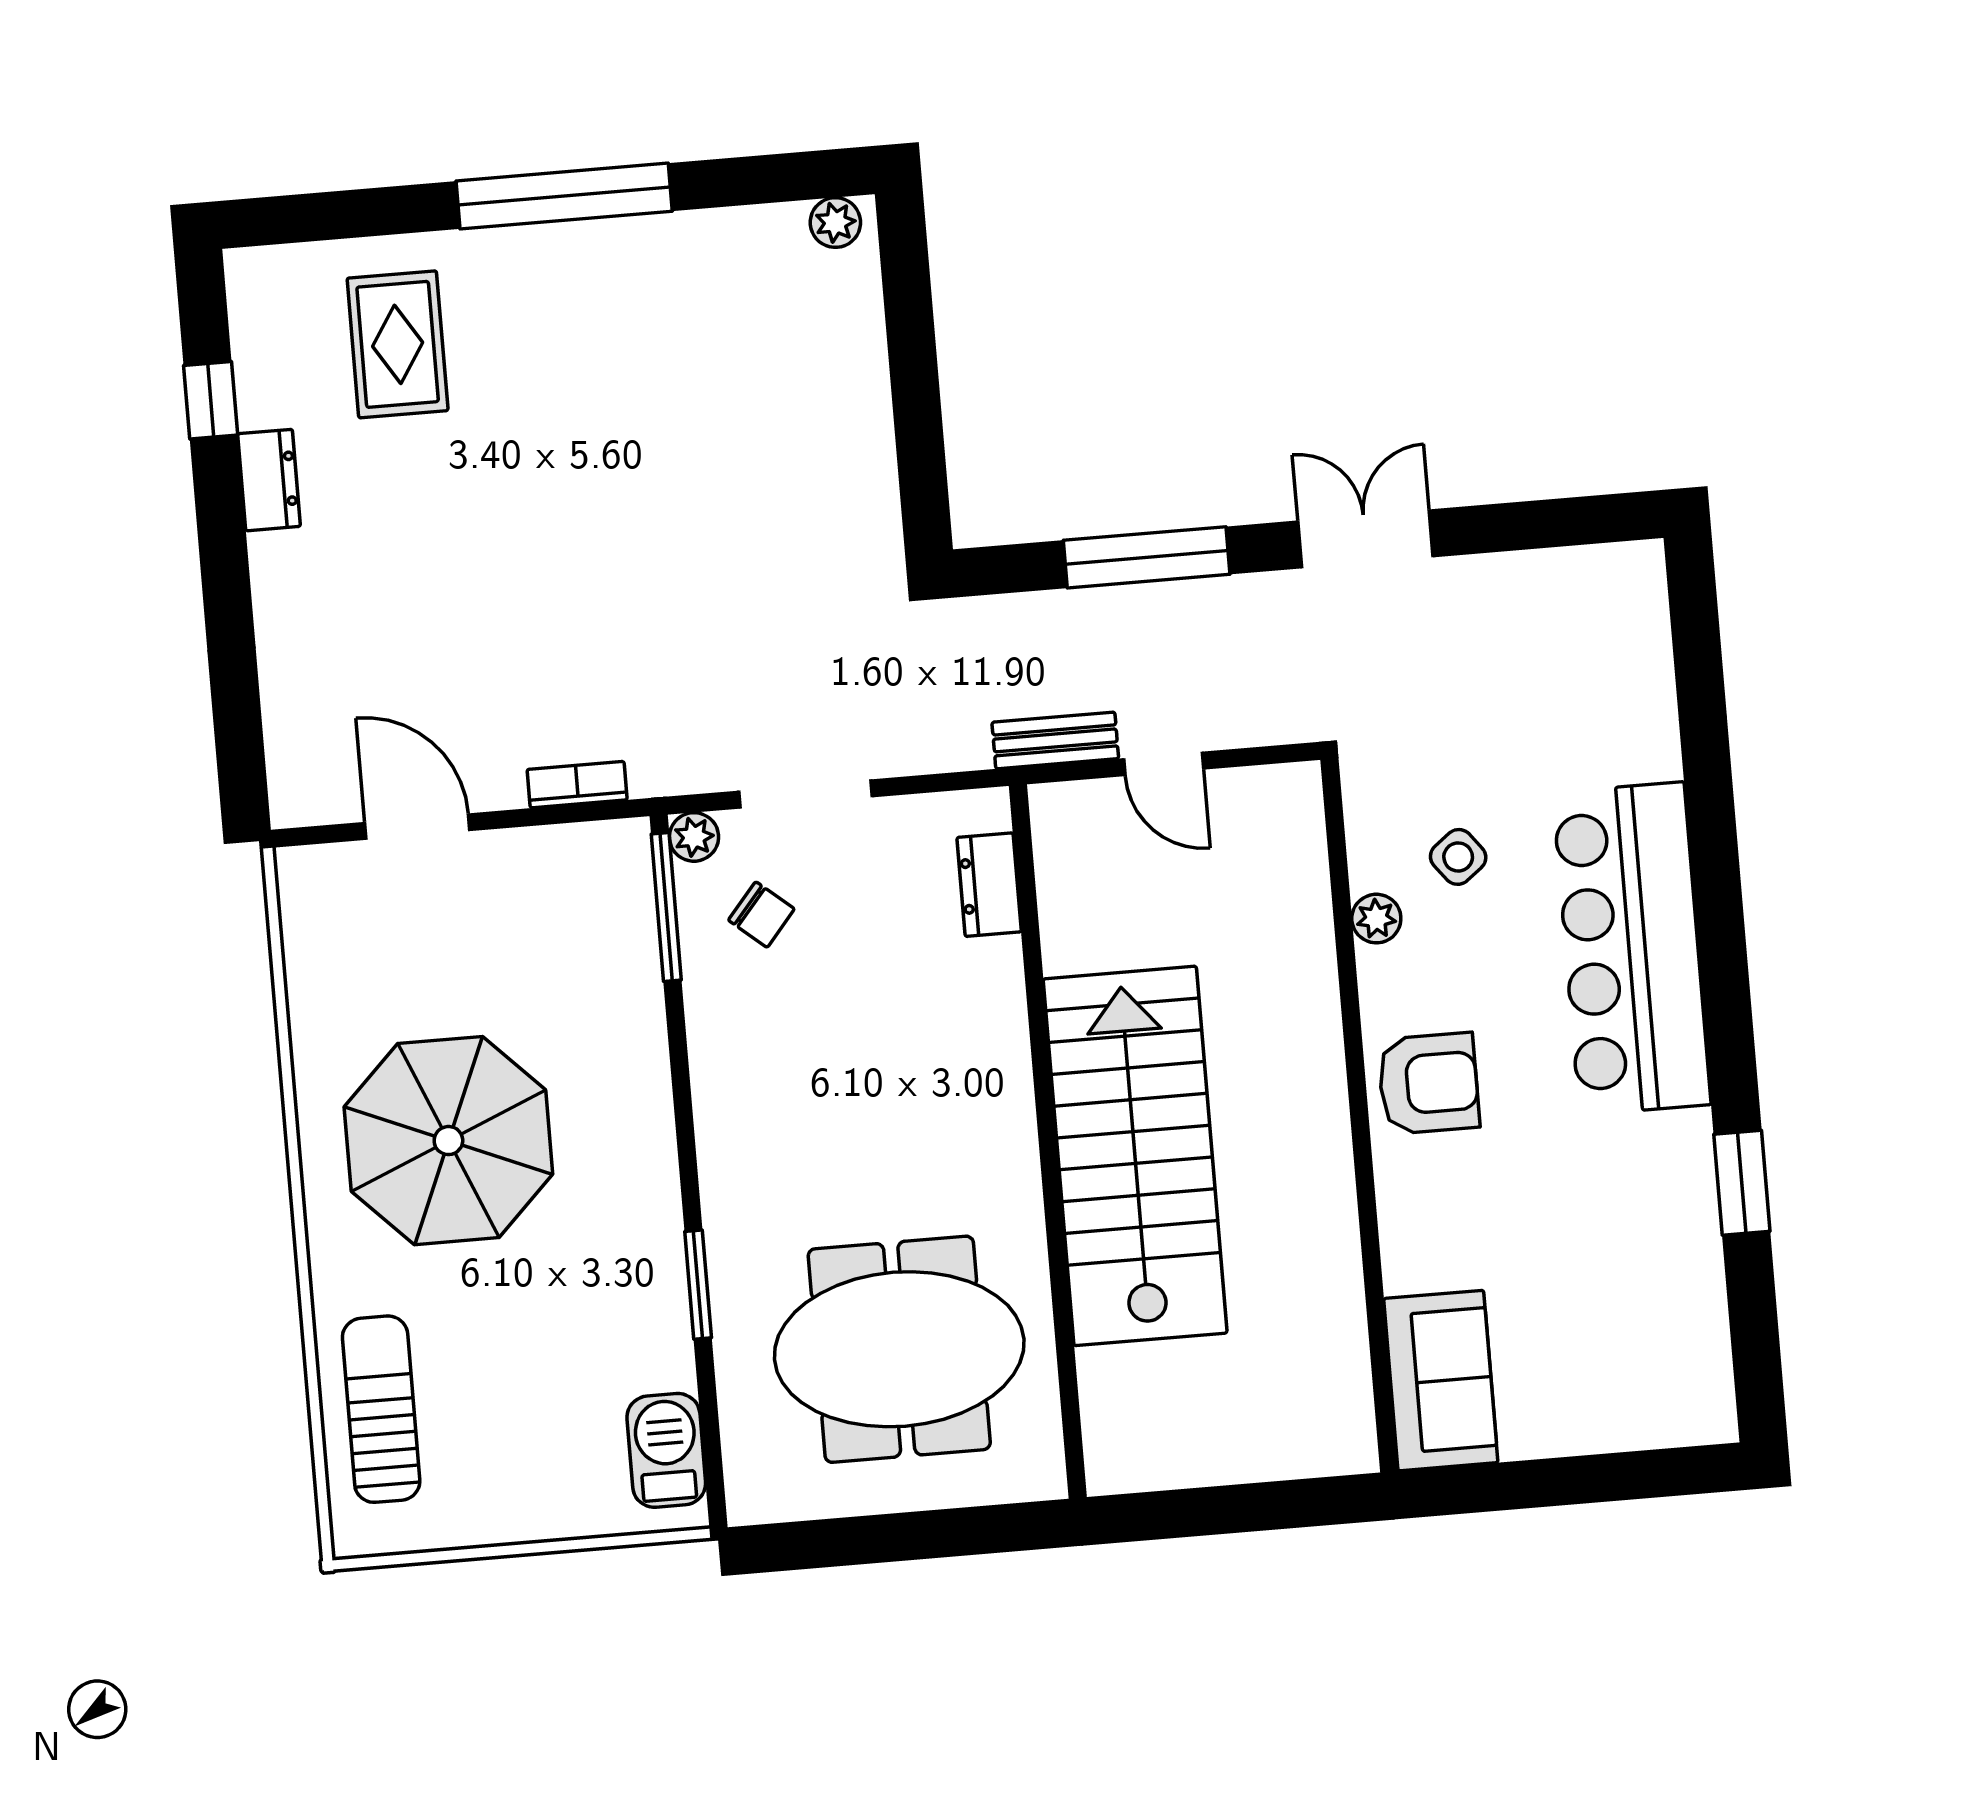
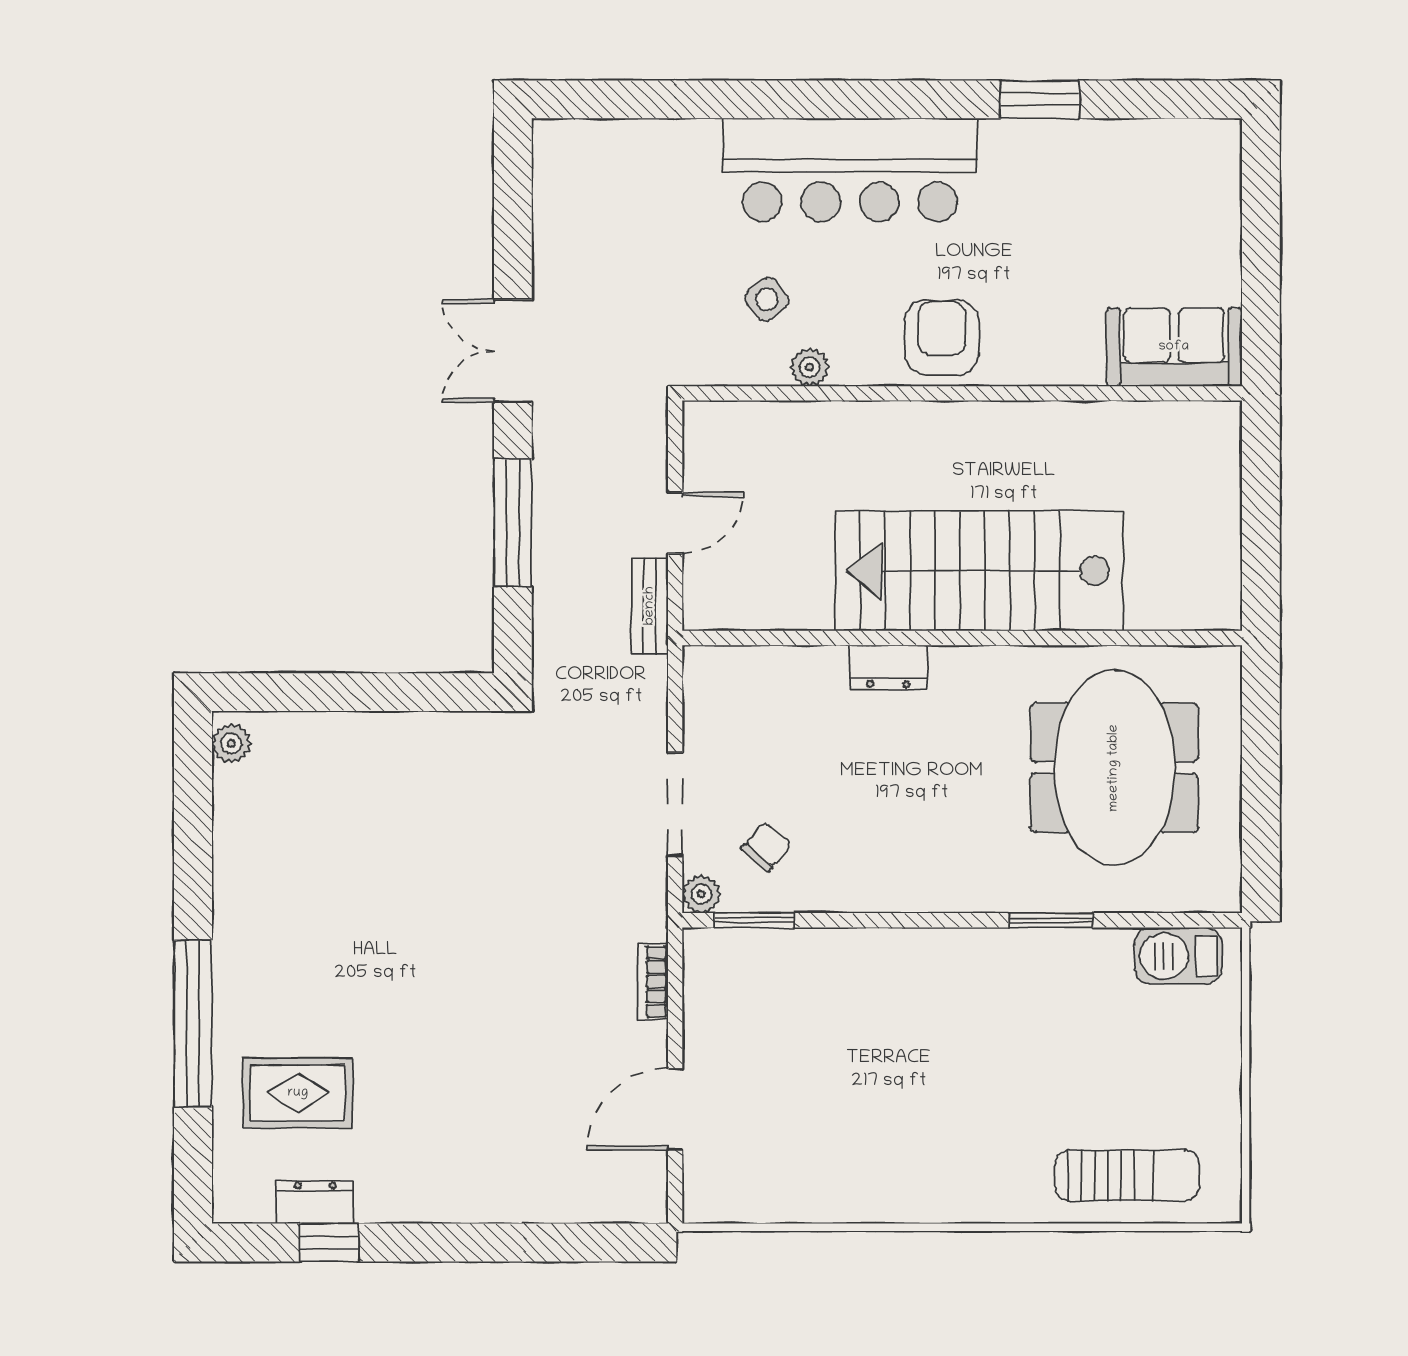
window: (564, 196) -> (193, 1024), moved
dresser: (269, 480) -> (315, 1202), moved
dresser: (989, 885) -> (888, 667), moved
window: (666, 907) -> (754, 920), width x0.69
parasol: (448, 1141) -> (922, 1106), removed
sun lounger: (381, 1409) -> (1127, 1176), turned 180

